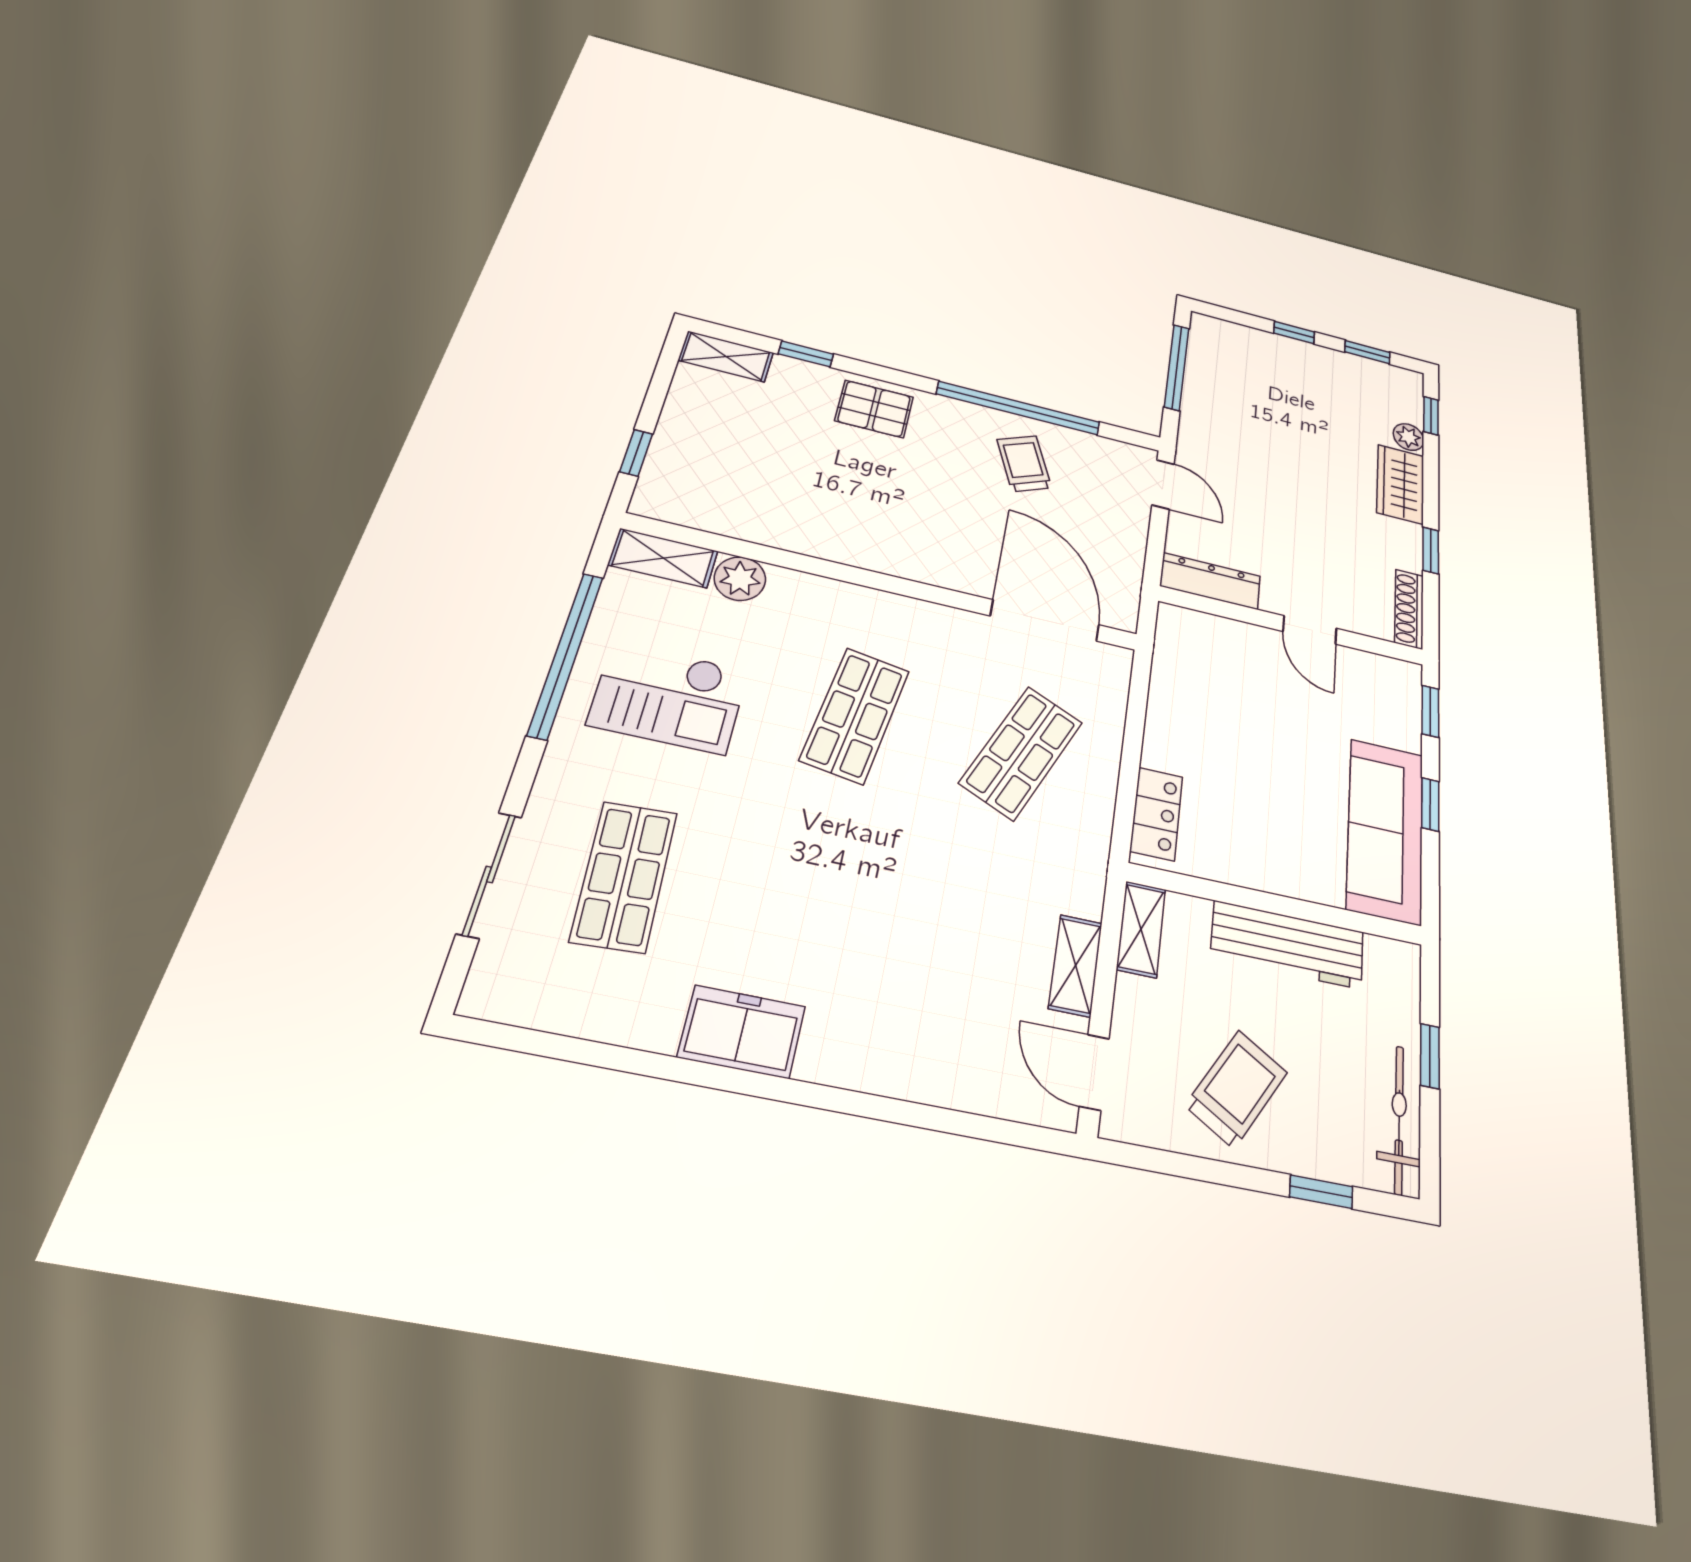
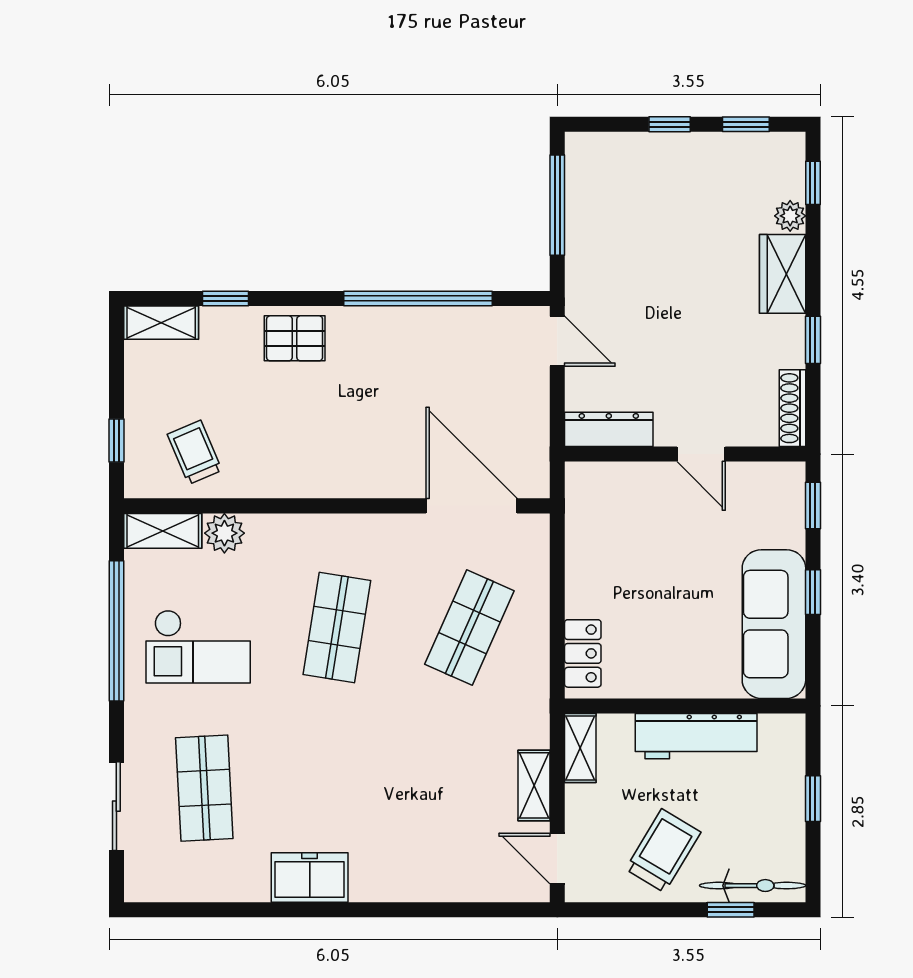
trolley: (1024, 464) -> (195, 452), moved
bicycle: (1399, 1119) -> (753, 886), moved, turned 90

